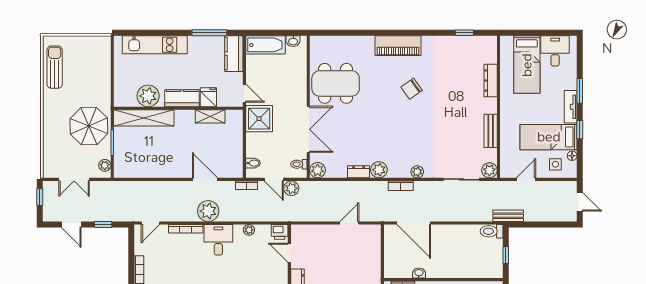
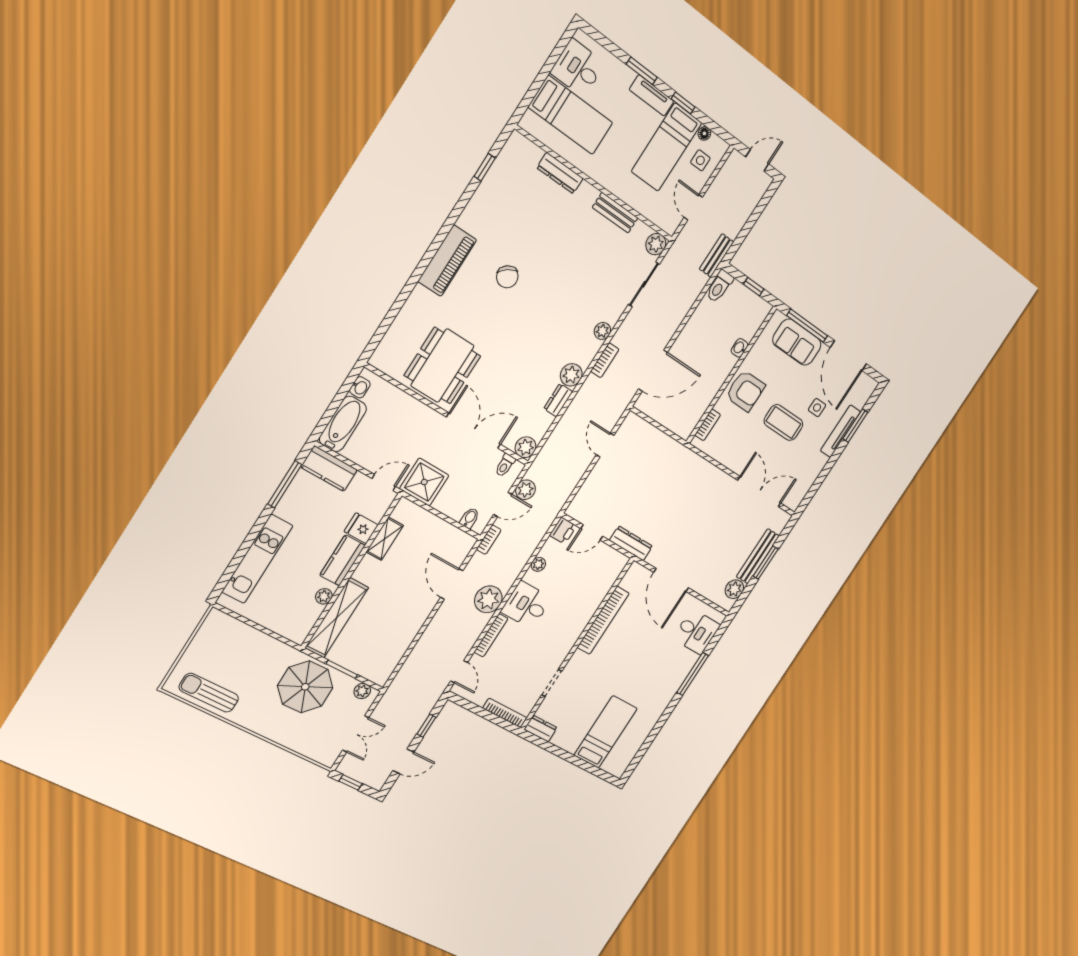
plant: (148, 96) -> (324, 596), width x0.53, depth x0.53
door: (205, 179) -> (452, 584), hinge flipped
washbasin: (419, 273) -> (740, 348), moved

